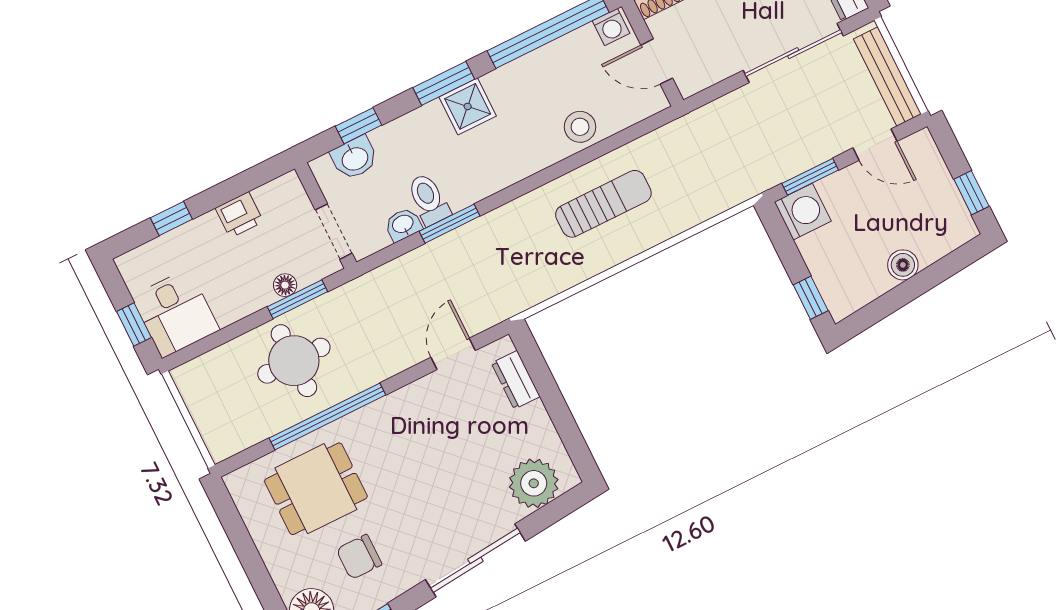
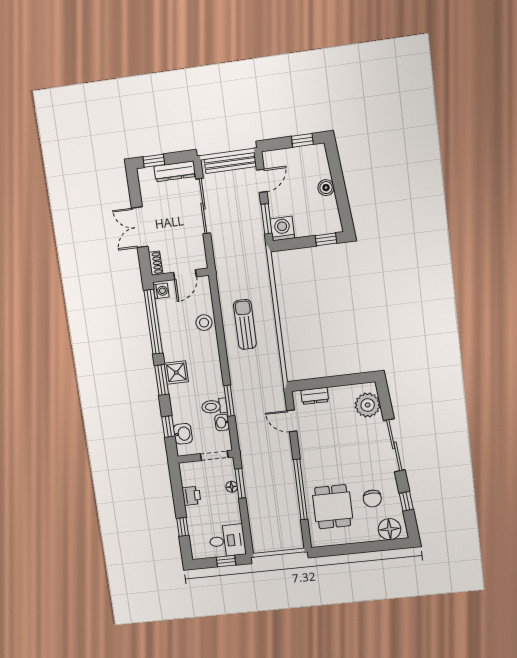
round table: (294, 361) -> (269, 495), removed

